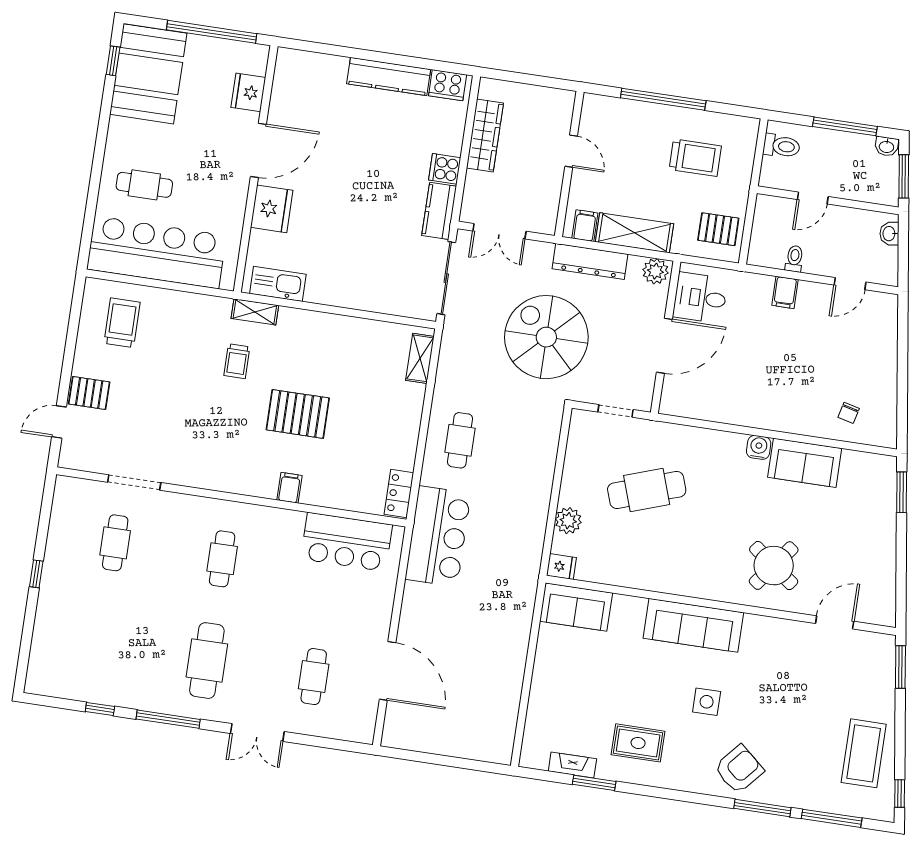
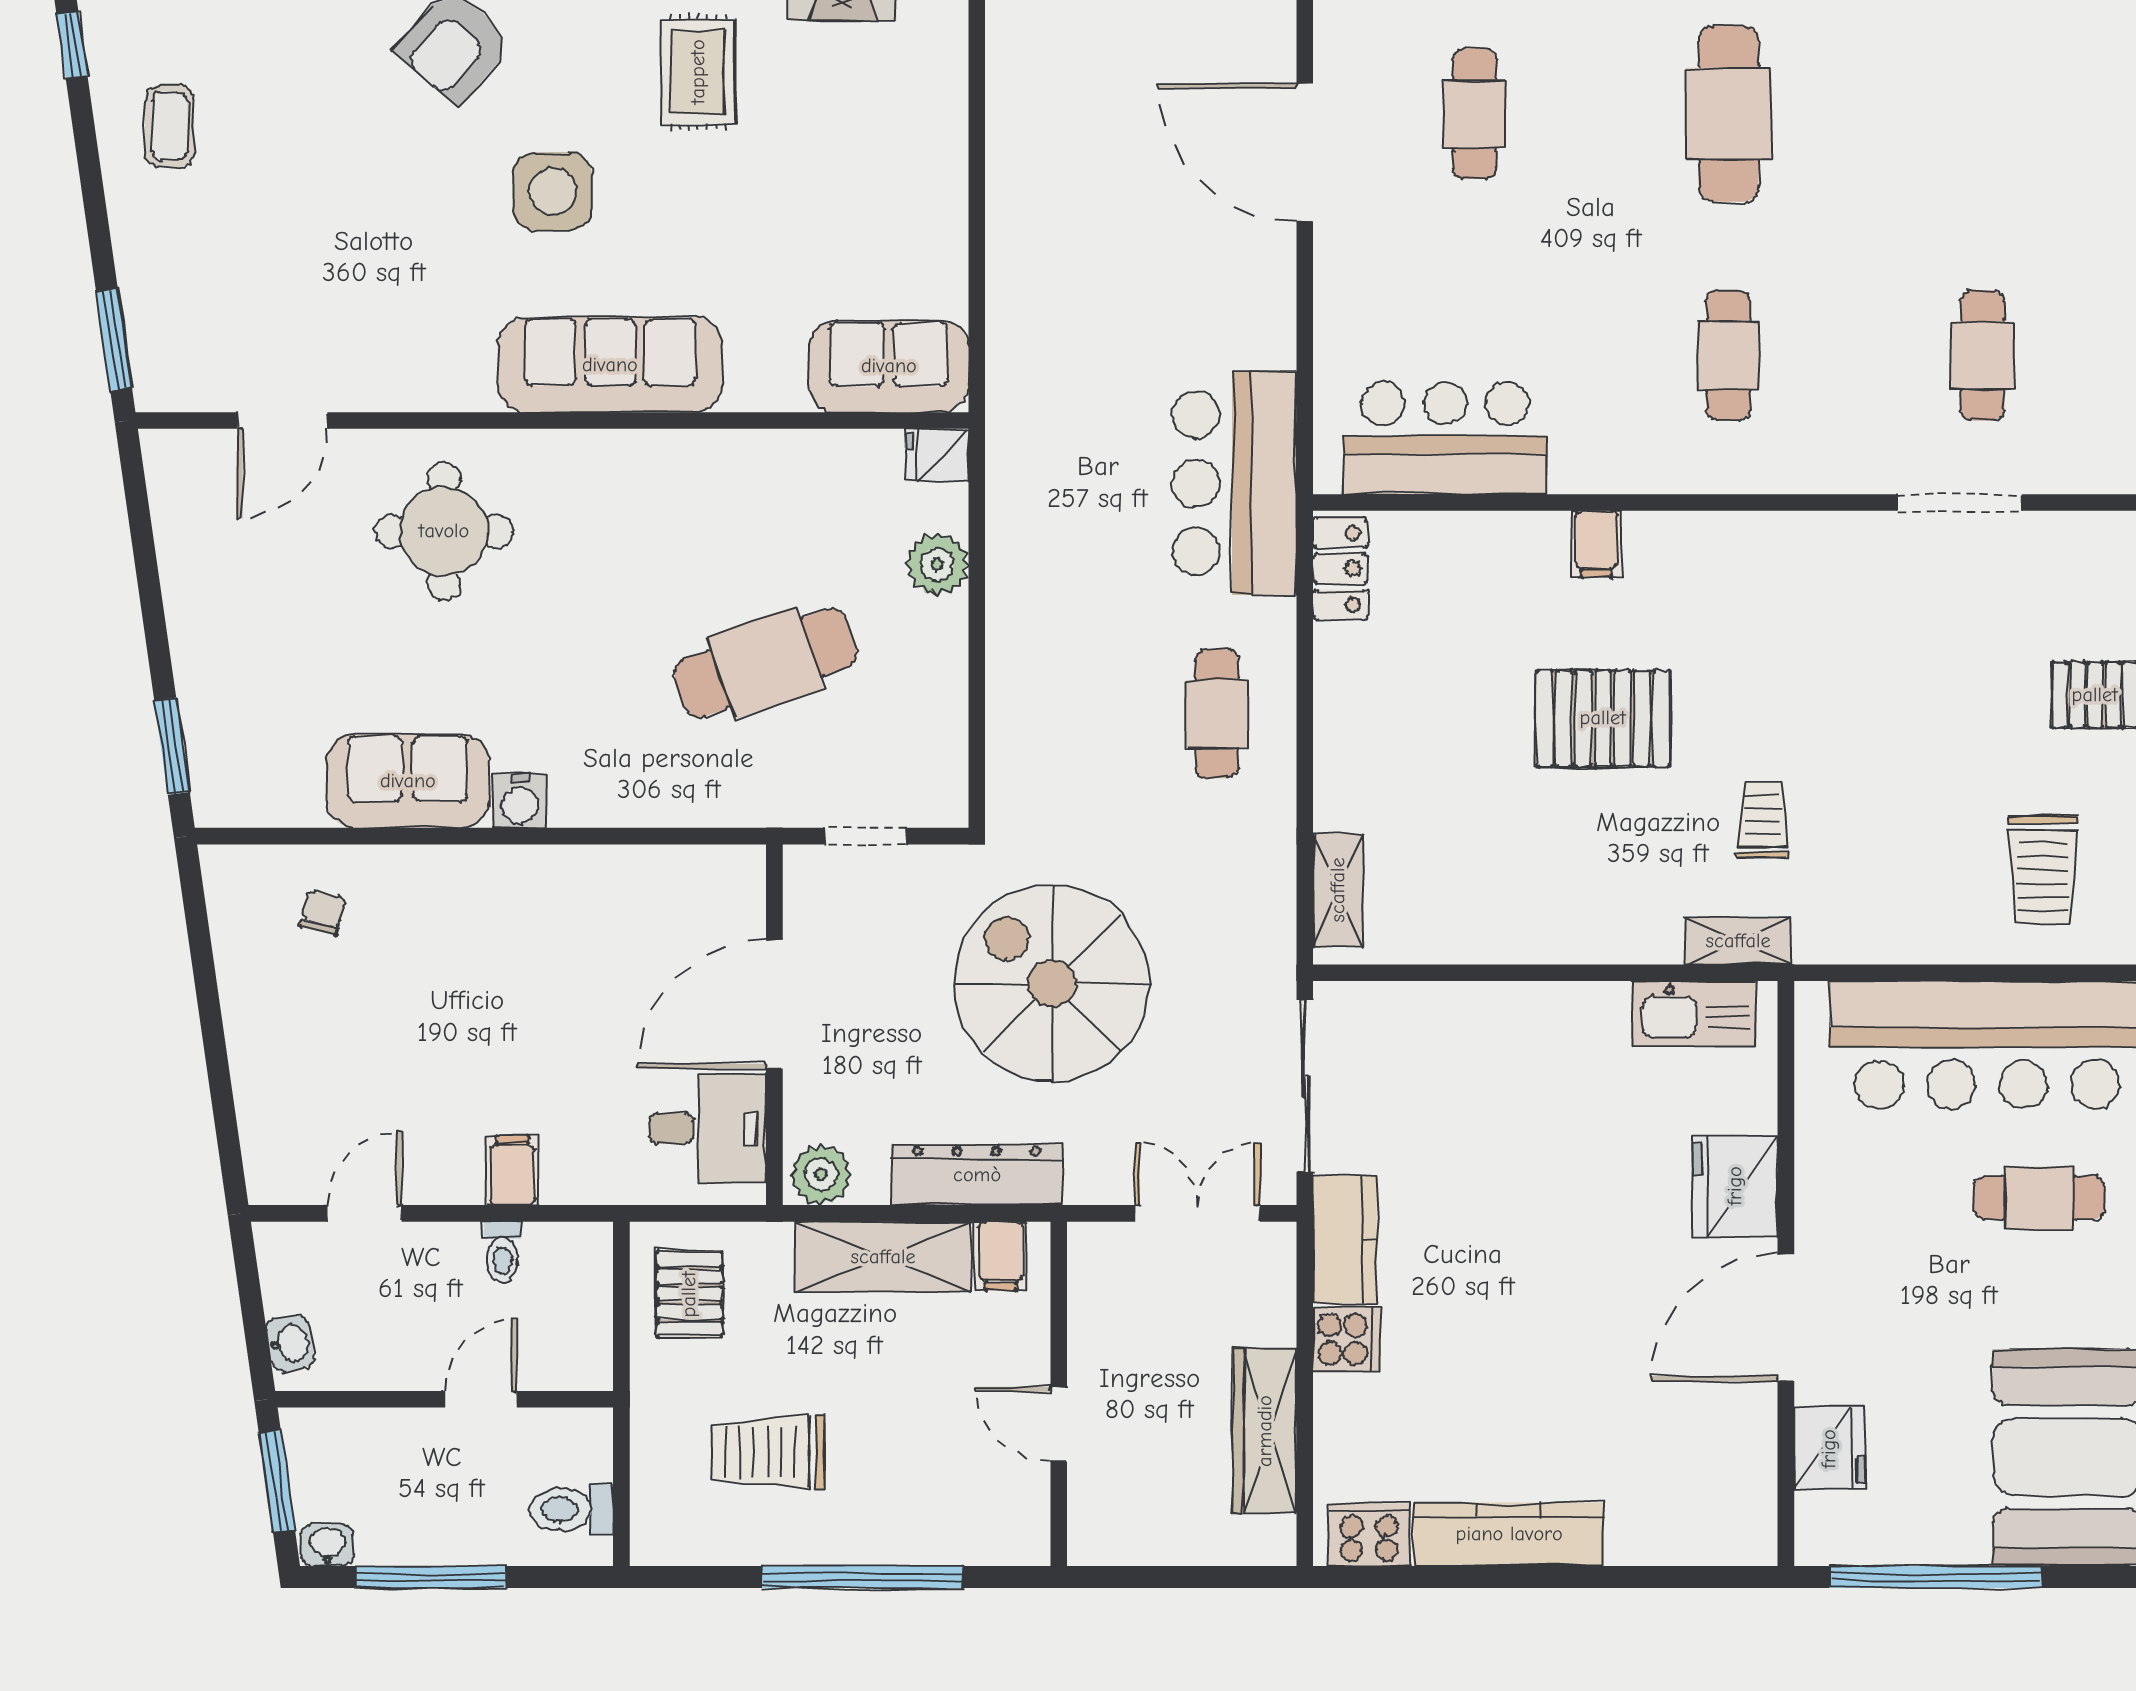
pallet: (718, 229) -> (689, 1294), turned 90
spiral stairs: (546, 337) -> (1052, 983), turned 180
round table: (774, 566) -> (444, 531), turned -37
side table: (707, 702) -> (553, 191), width x1.37, depth x1.37
rug: (638, 743) -> (698, 72), turned 90
coffee table: (864, 753) -> (170, 126), width x0.54, depth x0.58

